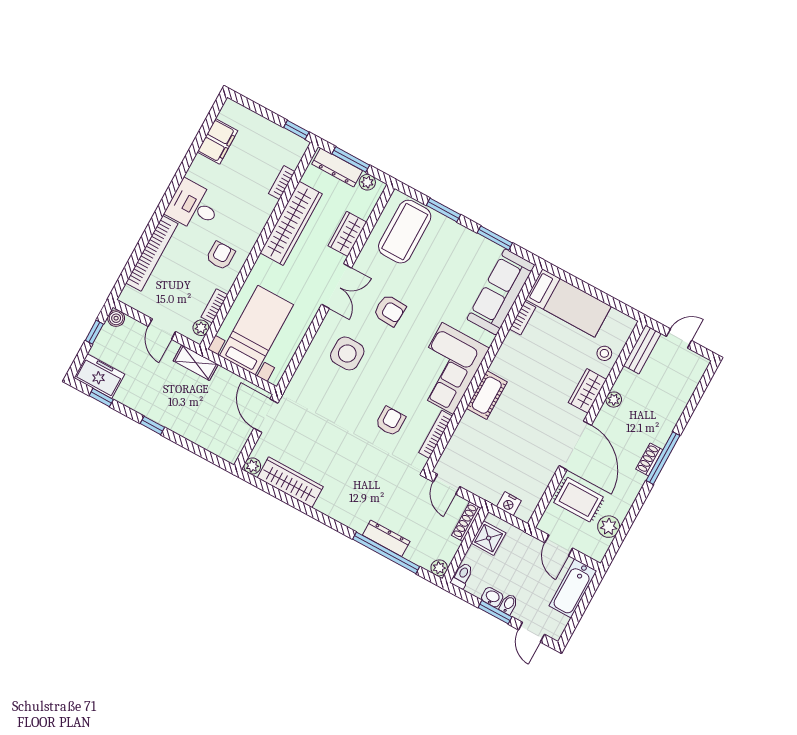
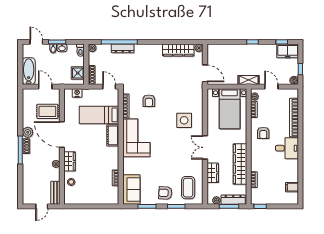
filing cabinet: (217, 141) -> (292, 187), width x0.50
coffee table: (405, 232) -> (188, 188), width x0.73, depth x0.76
sofa: (501, 292) -> (131, 189), width x0.73
bed: (568, 303) -> (99, 115), moved
armchair: (390, 310) -> (165, 193), moved
plant: (609, 527) -> (28, 132), moved

